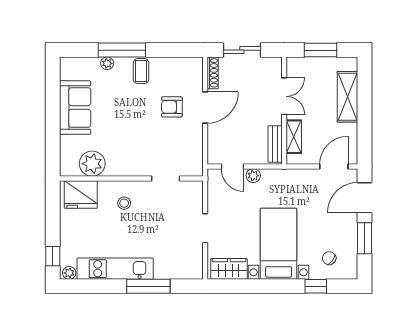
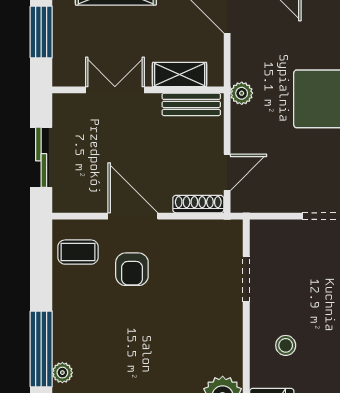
coffee table: (141, 71) -> (78, 252), moved
shoe rack: (213, 73) -> (198, 204), moved
plant: (253, 176) -> (242, 93), moved

